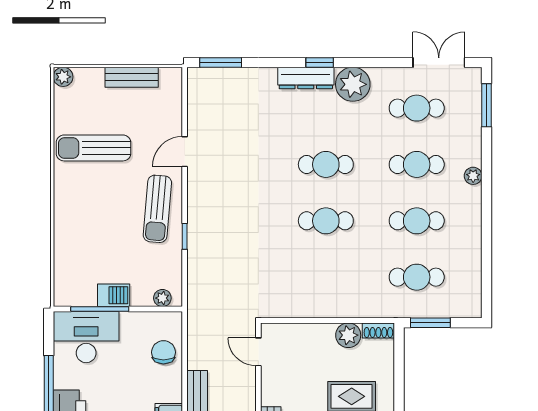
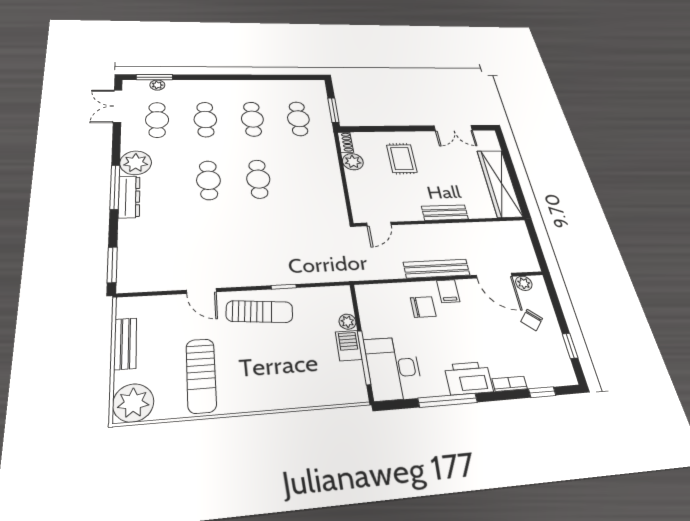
window: (320, 62) -> (115, 187), width x2.17
plant: (63, 77) -> (133, 403), width x1.87, depth x1.87
plant: (473, 176) -> (157, 85), moved
plant: (162, 298) -> (347, 322), moved
chair: (163, 352) -> (423, 307), moved, turned 180

